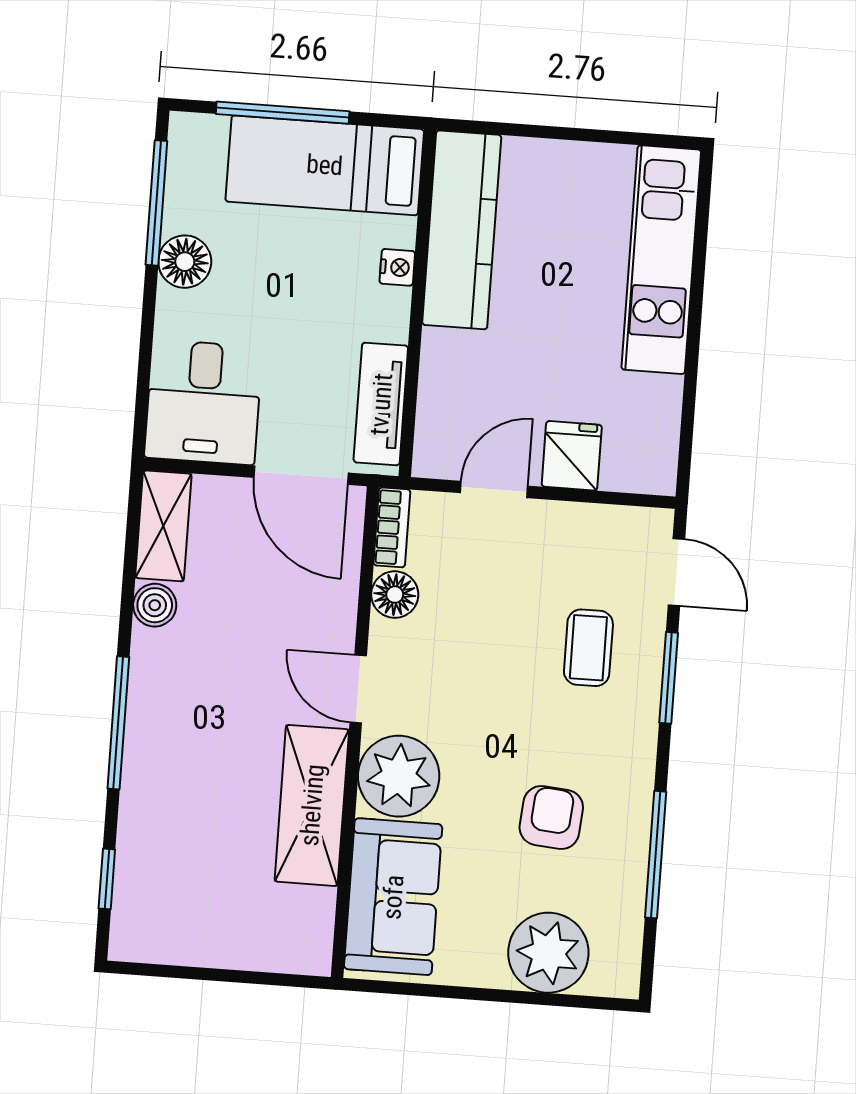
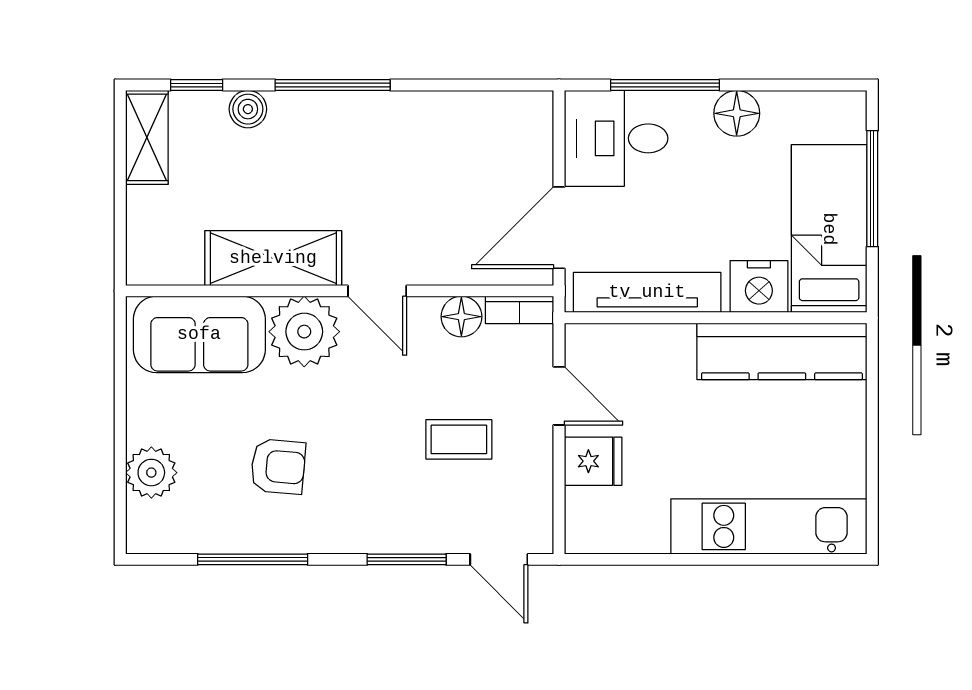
window: (156, 203) -> (665, 85), moved
nightstand: (397, 267) -> (759, 286), width x1.89, depth x1.79
tv unit: (381, 404) -> (647, 292), width x1.41
shelving: (163, 526) -> (147, 137), moved, turned 90
door: (676, 572) -> (499, 559), hinge flipped
boiler: (155, 605) -> (248, 109), moved
coffee table: (588, 648) -> (459, 439), moved
door: (358, 689) -> (377, 291), swing flipped
plant: (548, 953) -> (151, 473), width x0.73, depth x0.73

